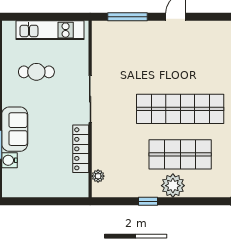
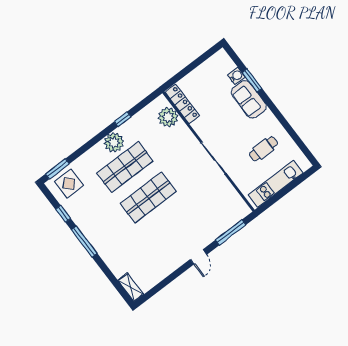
shop shelf: (180, 109) -> (148, 197), width x0.71
locker: (81, 149) -> (182, 104), moved
plant: (98, 176) -> (168, 117), width x1.88, depth x1.88

